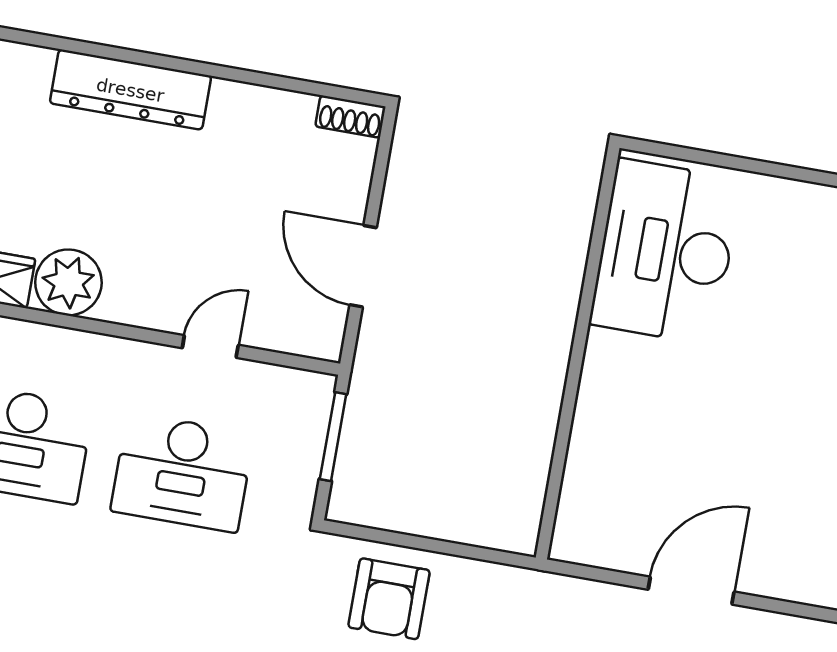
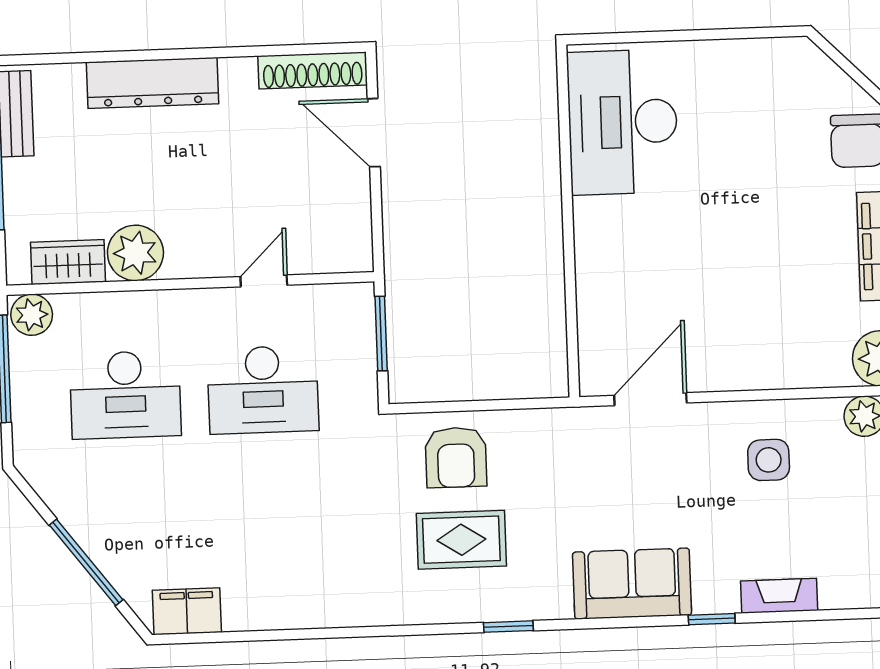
shoe rack: (350, 117) -> (313, 70), width x1.94, depth x1.24
door: (363, 266) -> (374, 133), moved
door: (691, 591) -> (650, 399), moved

